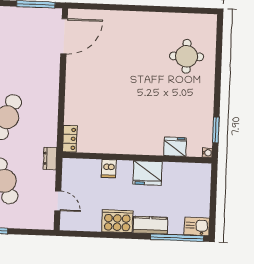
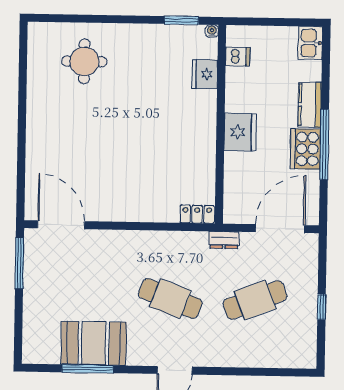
dishwasher: (109, 169) -> (238, 56), moved
fridge: (147, 173) -> (240, 132), moved
door: (58, 201) -> (280, 229), width x1.88
window: (177, 238) -> (324, 144), moved

